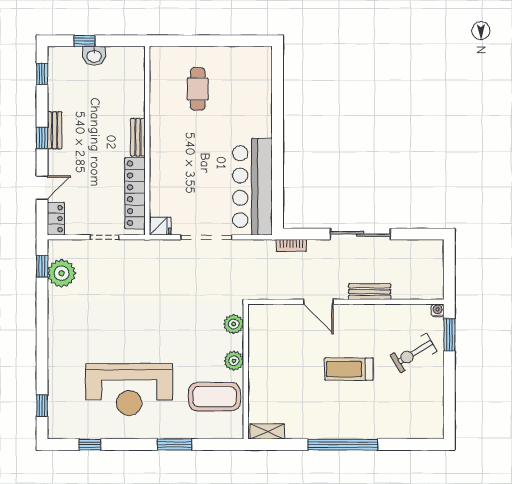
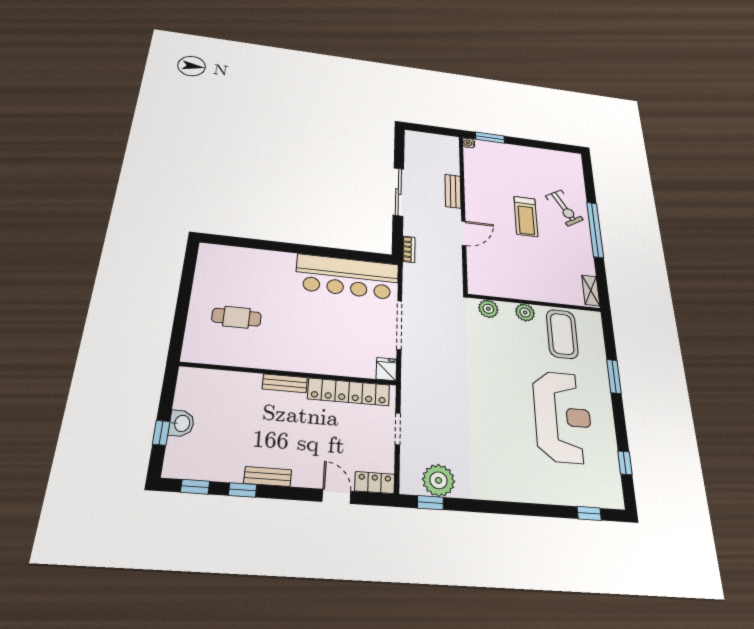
window: (42, 138) -> (243, 490), moved
exercise bike: (414, 353) -> (564, 208), moved

